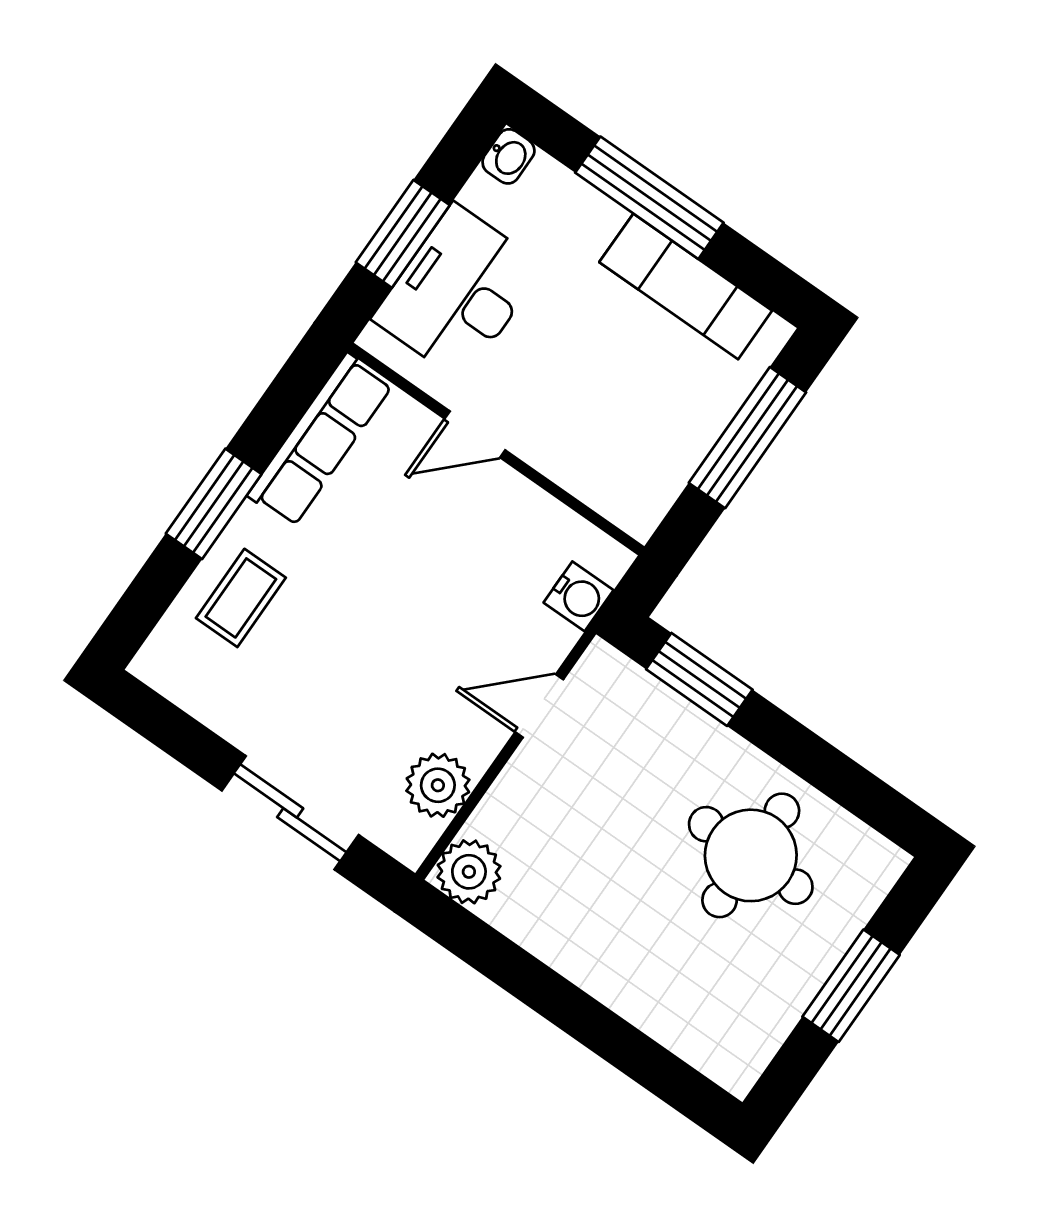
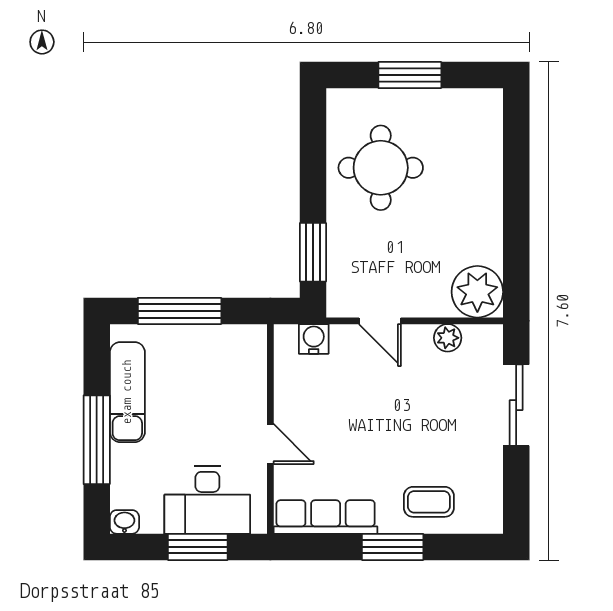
plant: (438, 785) -> (448, 338), width x0.73, depth x0.73
plant: (469, 872) -> (477, 292), width x1.36, depth x1.36

